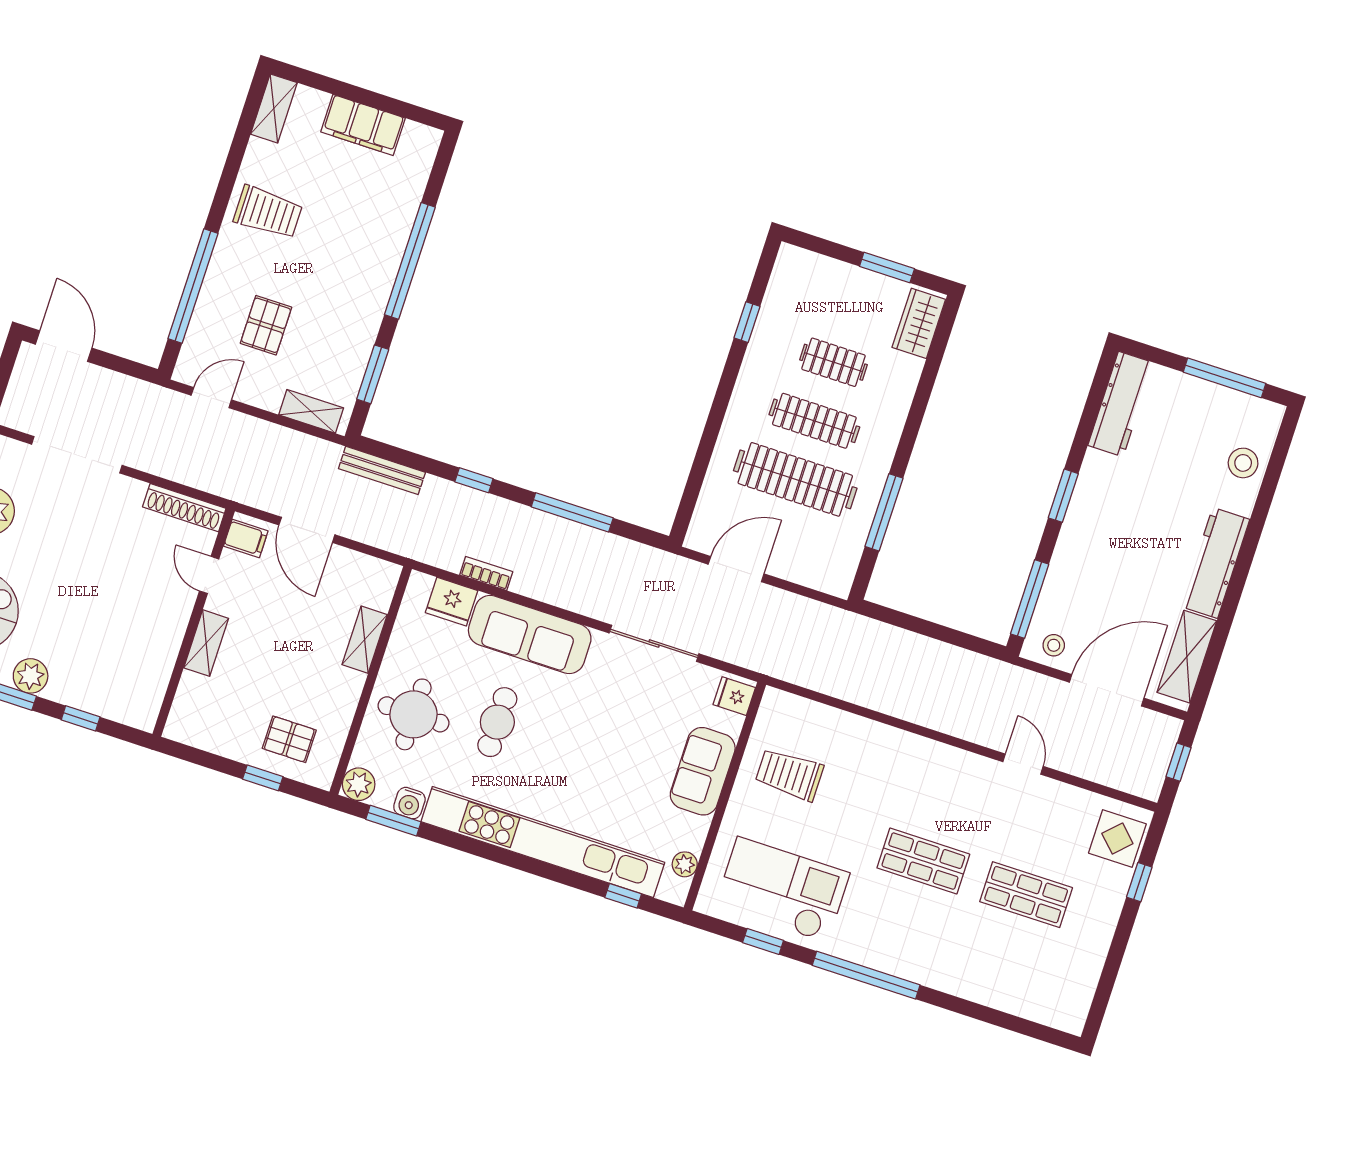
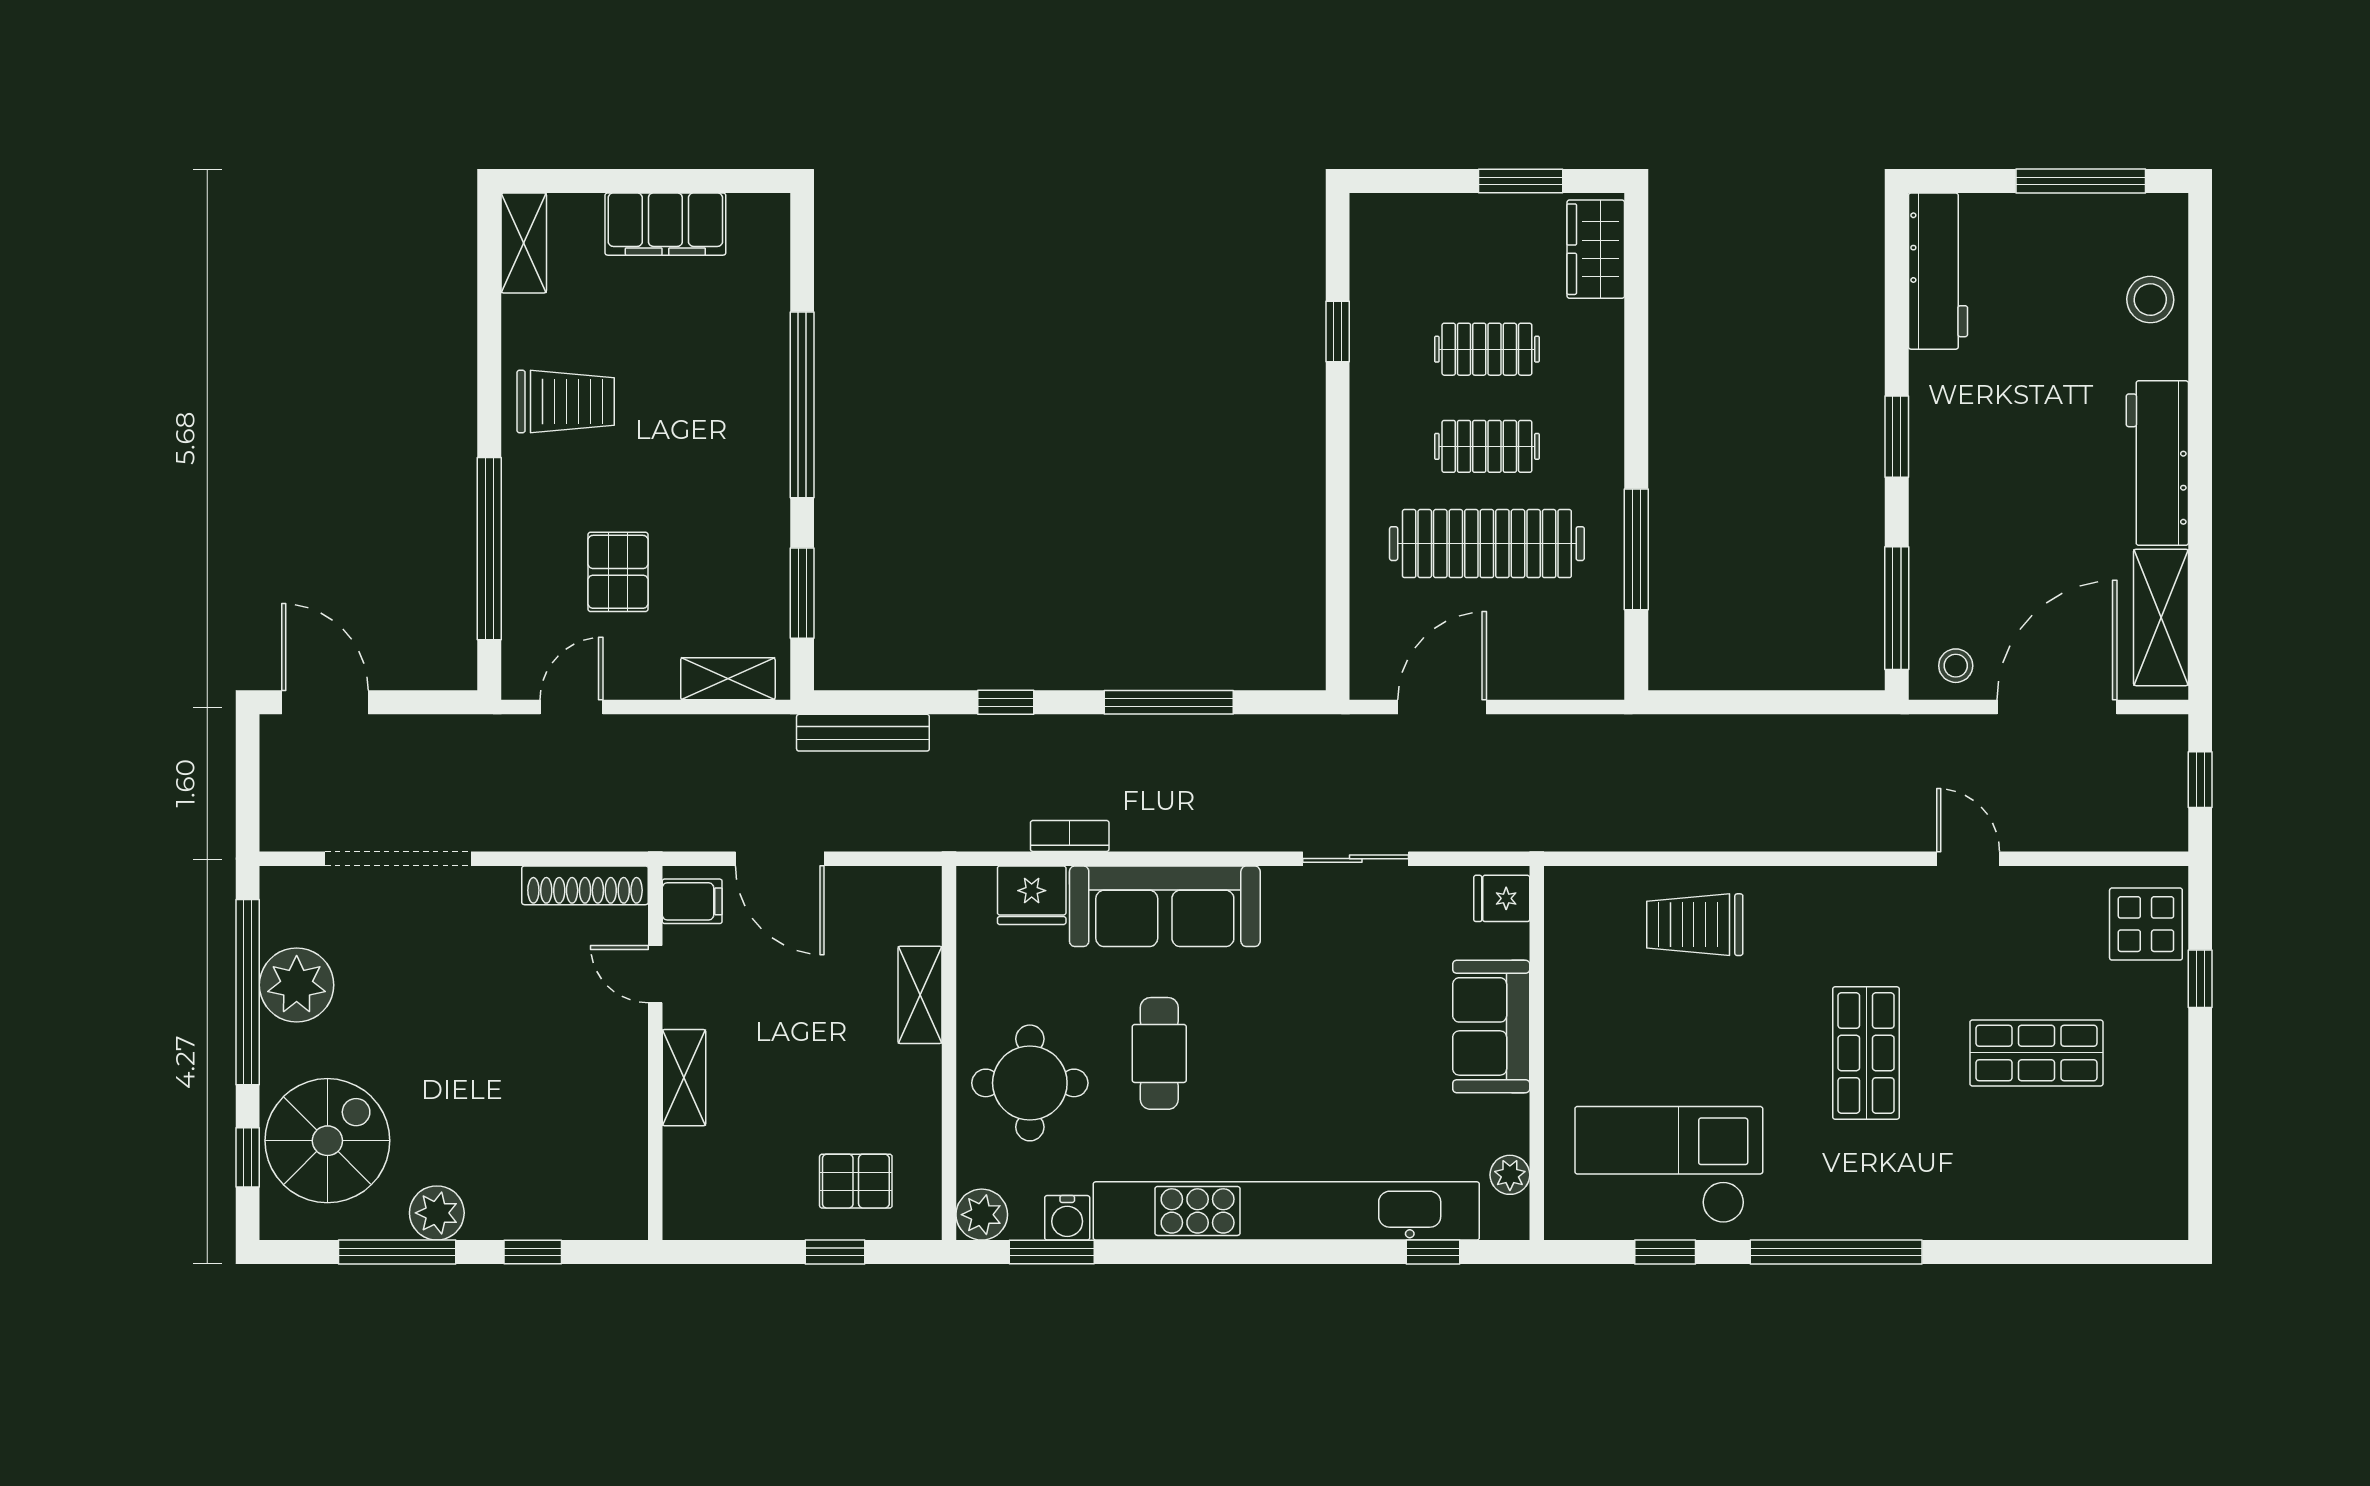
clothes rail: (814, 421) -> (1487, 446), width x0.73
sliding door: (654, 643) -> (1356, 859), width x0.73
trolley: (789, 775) -> (1695, 925), moved
shop shelf: (923, 861) -> (1866, 1053), turned 90

